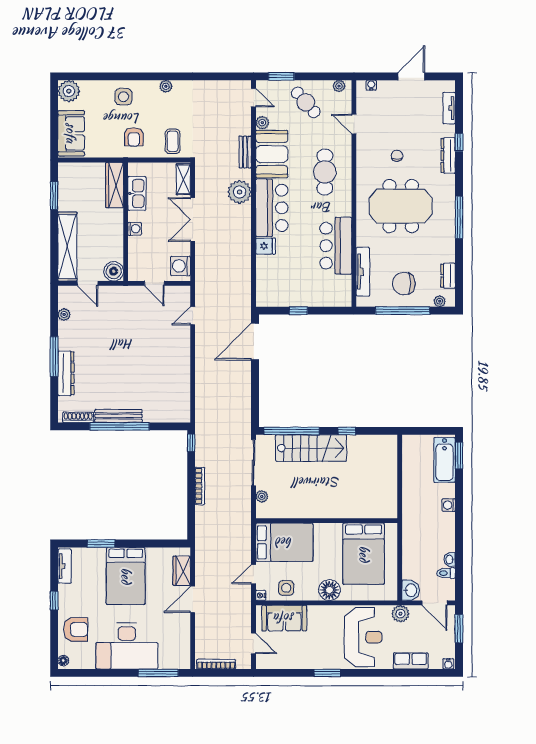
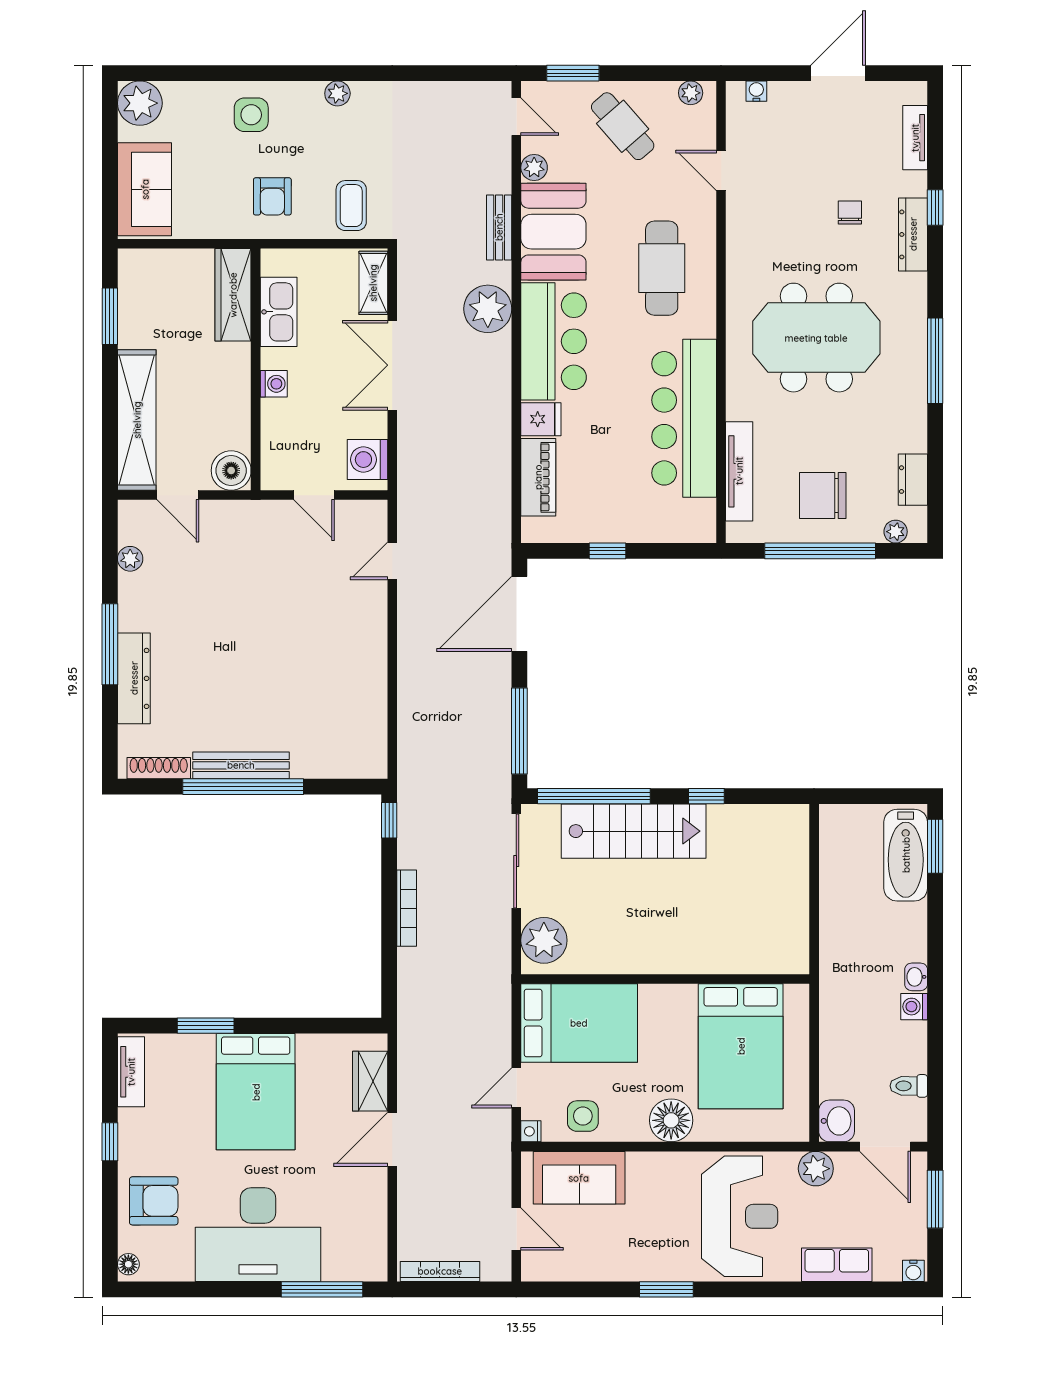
chair: (397, 156) -> (850, 212), moved
bar counter: (336, 246) -> (684, 418), width x1.36
piano: (264, 275) -> (538, 477), added
window: (255, 399) -> (519, 731), added
plant: (262, 496) -> (544, 940), width x1.88, depth x1.88
washing machine: (449, 505) -> (914, 1007), moved
washbasin: (450, 559) -> (916, 977), moved

